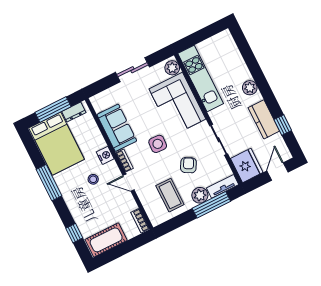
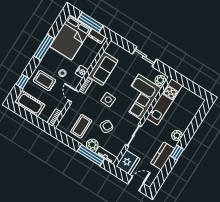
window: (283, 125) -> (177, 153), moved
rug: (89, 206) -> (44, 81), added

